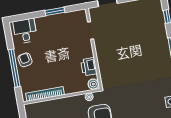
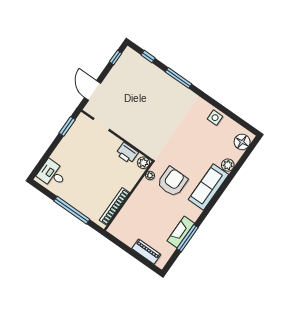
window: (55, 11) -> (67, 126), moved
armchair: (25, 60) -> (74, 196), removed

